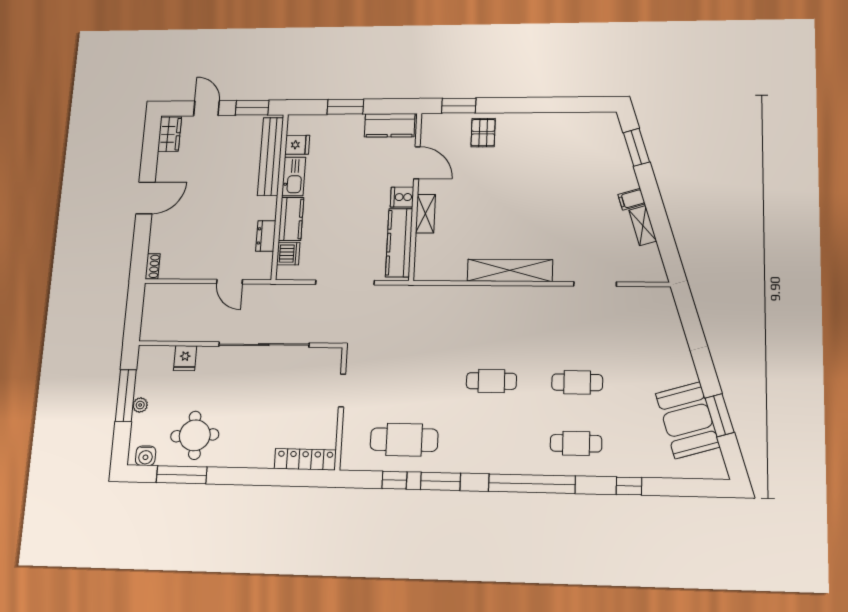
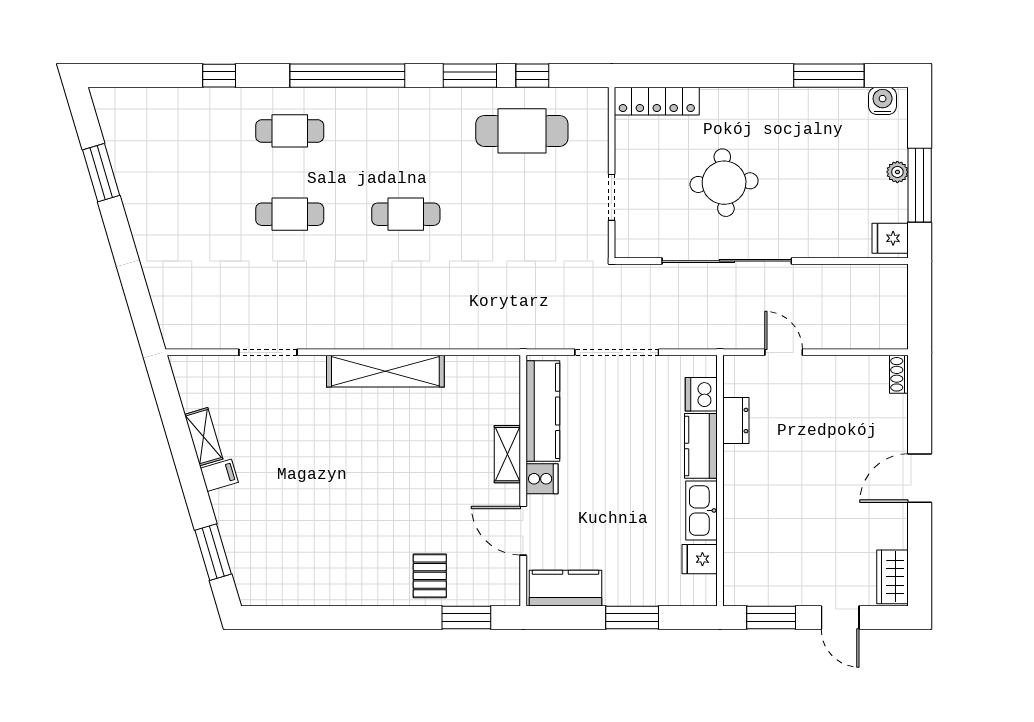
bench: (271, 156) -> (738, 541), removed
fridge: (185, 358) -> (890, 238), moved, turned -90
booth: (688, 420) -> (143, 165), removed
round table: (195, 435) -> (724, 183), moved

